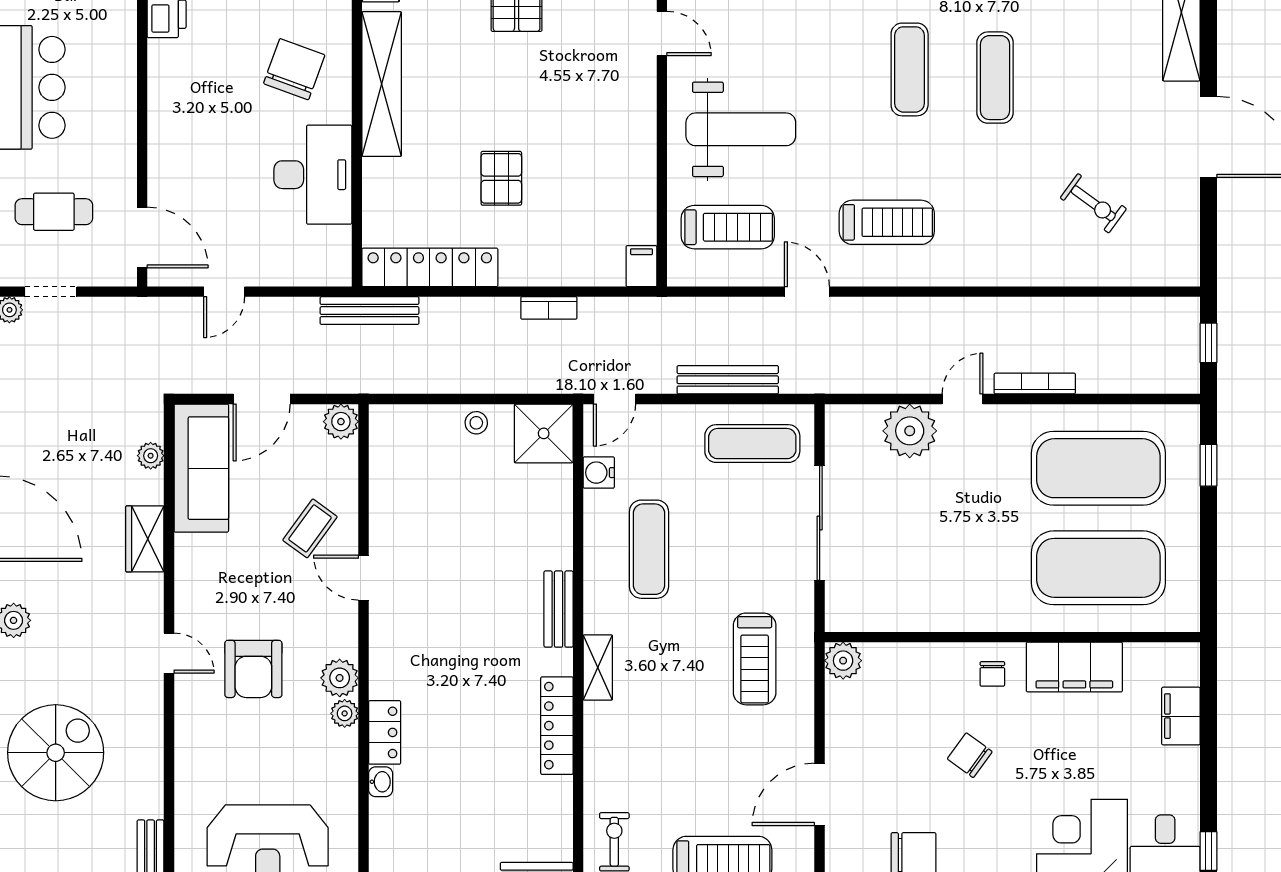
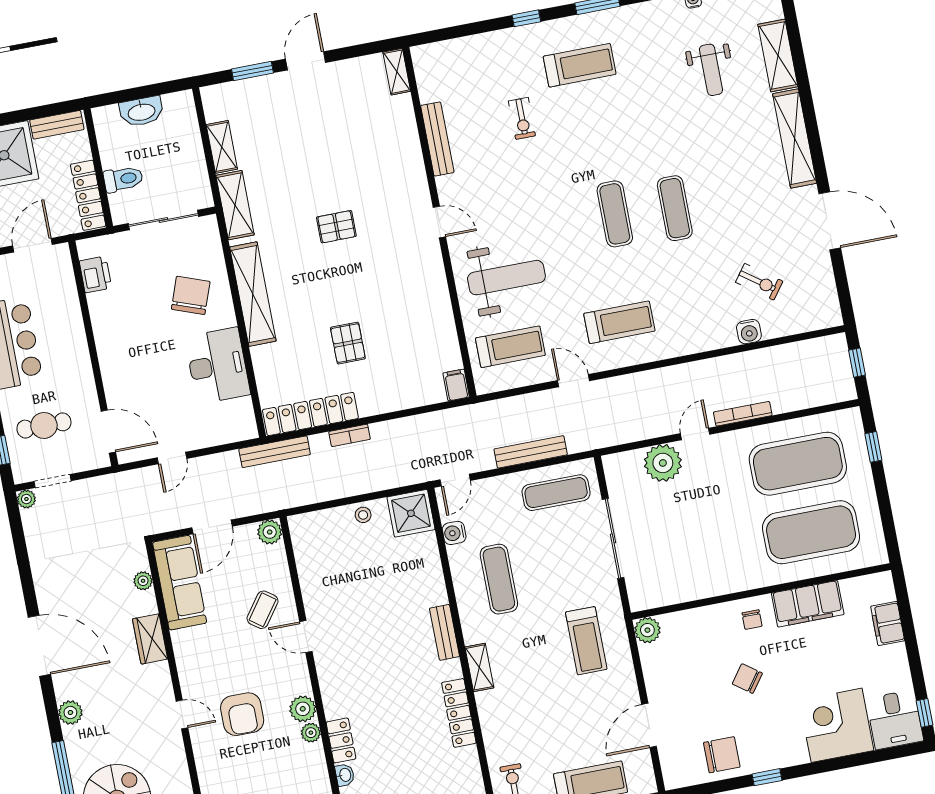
water cooler: (1066, 270) -> (749, 332), added
bookcase: (549, 308) -> (350, 435), moved

